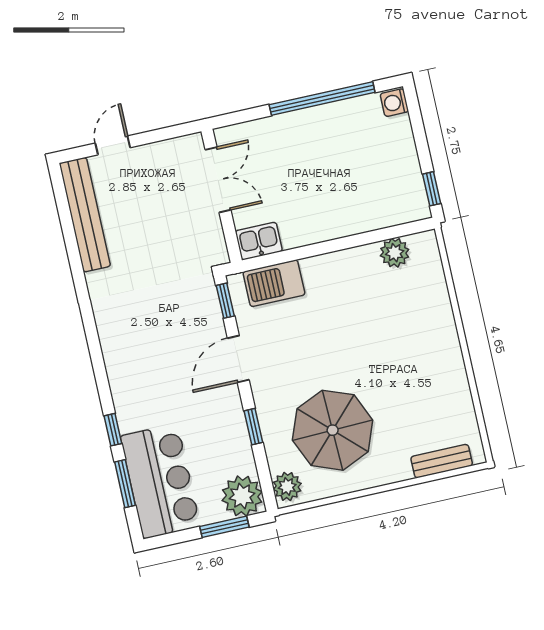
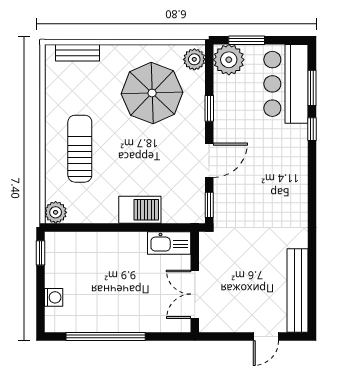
washing machine: (394, 103) -> (54, 297), moved
kitchen sink: (259, 241) -> (169, 243), width x1.38
plant: (395, 253) -> (56, 212), moved
barbecue: (274, 283) -> (140, 210), moved
sun lounger: (411, 336) -> (80, 149), added

